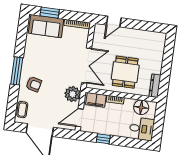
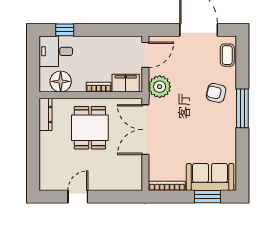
door: (114, 21) -> (78, 197), moved
window: (103, 139) -> (65, 30), moved

